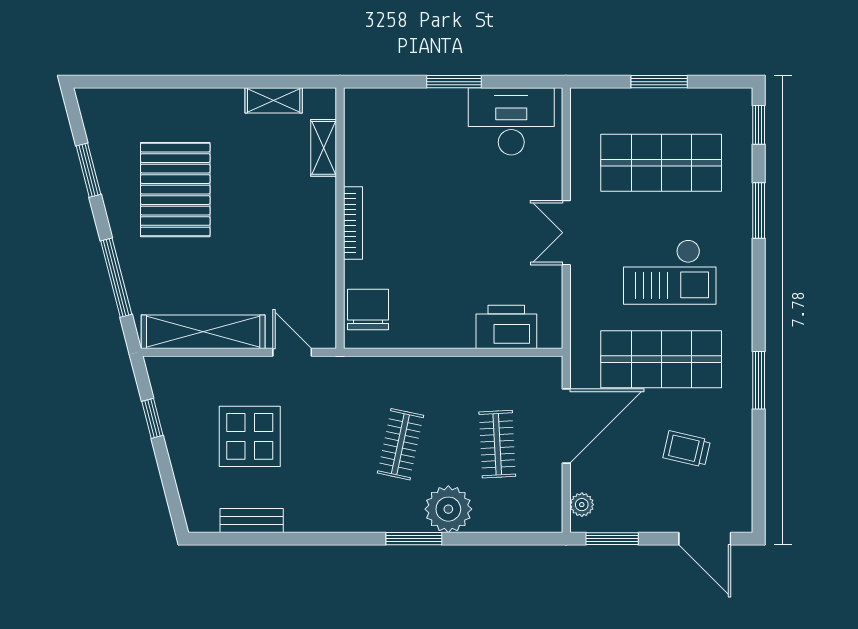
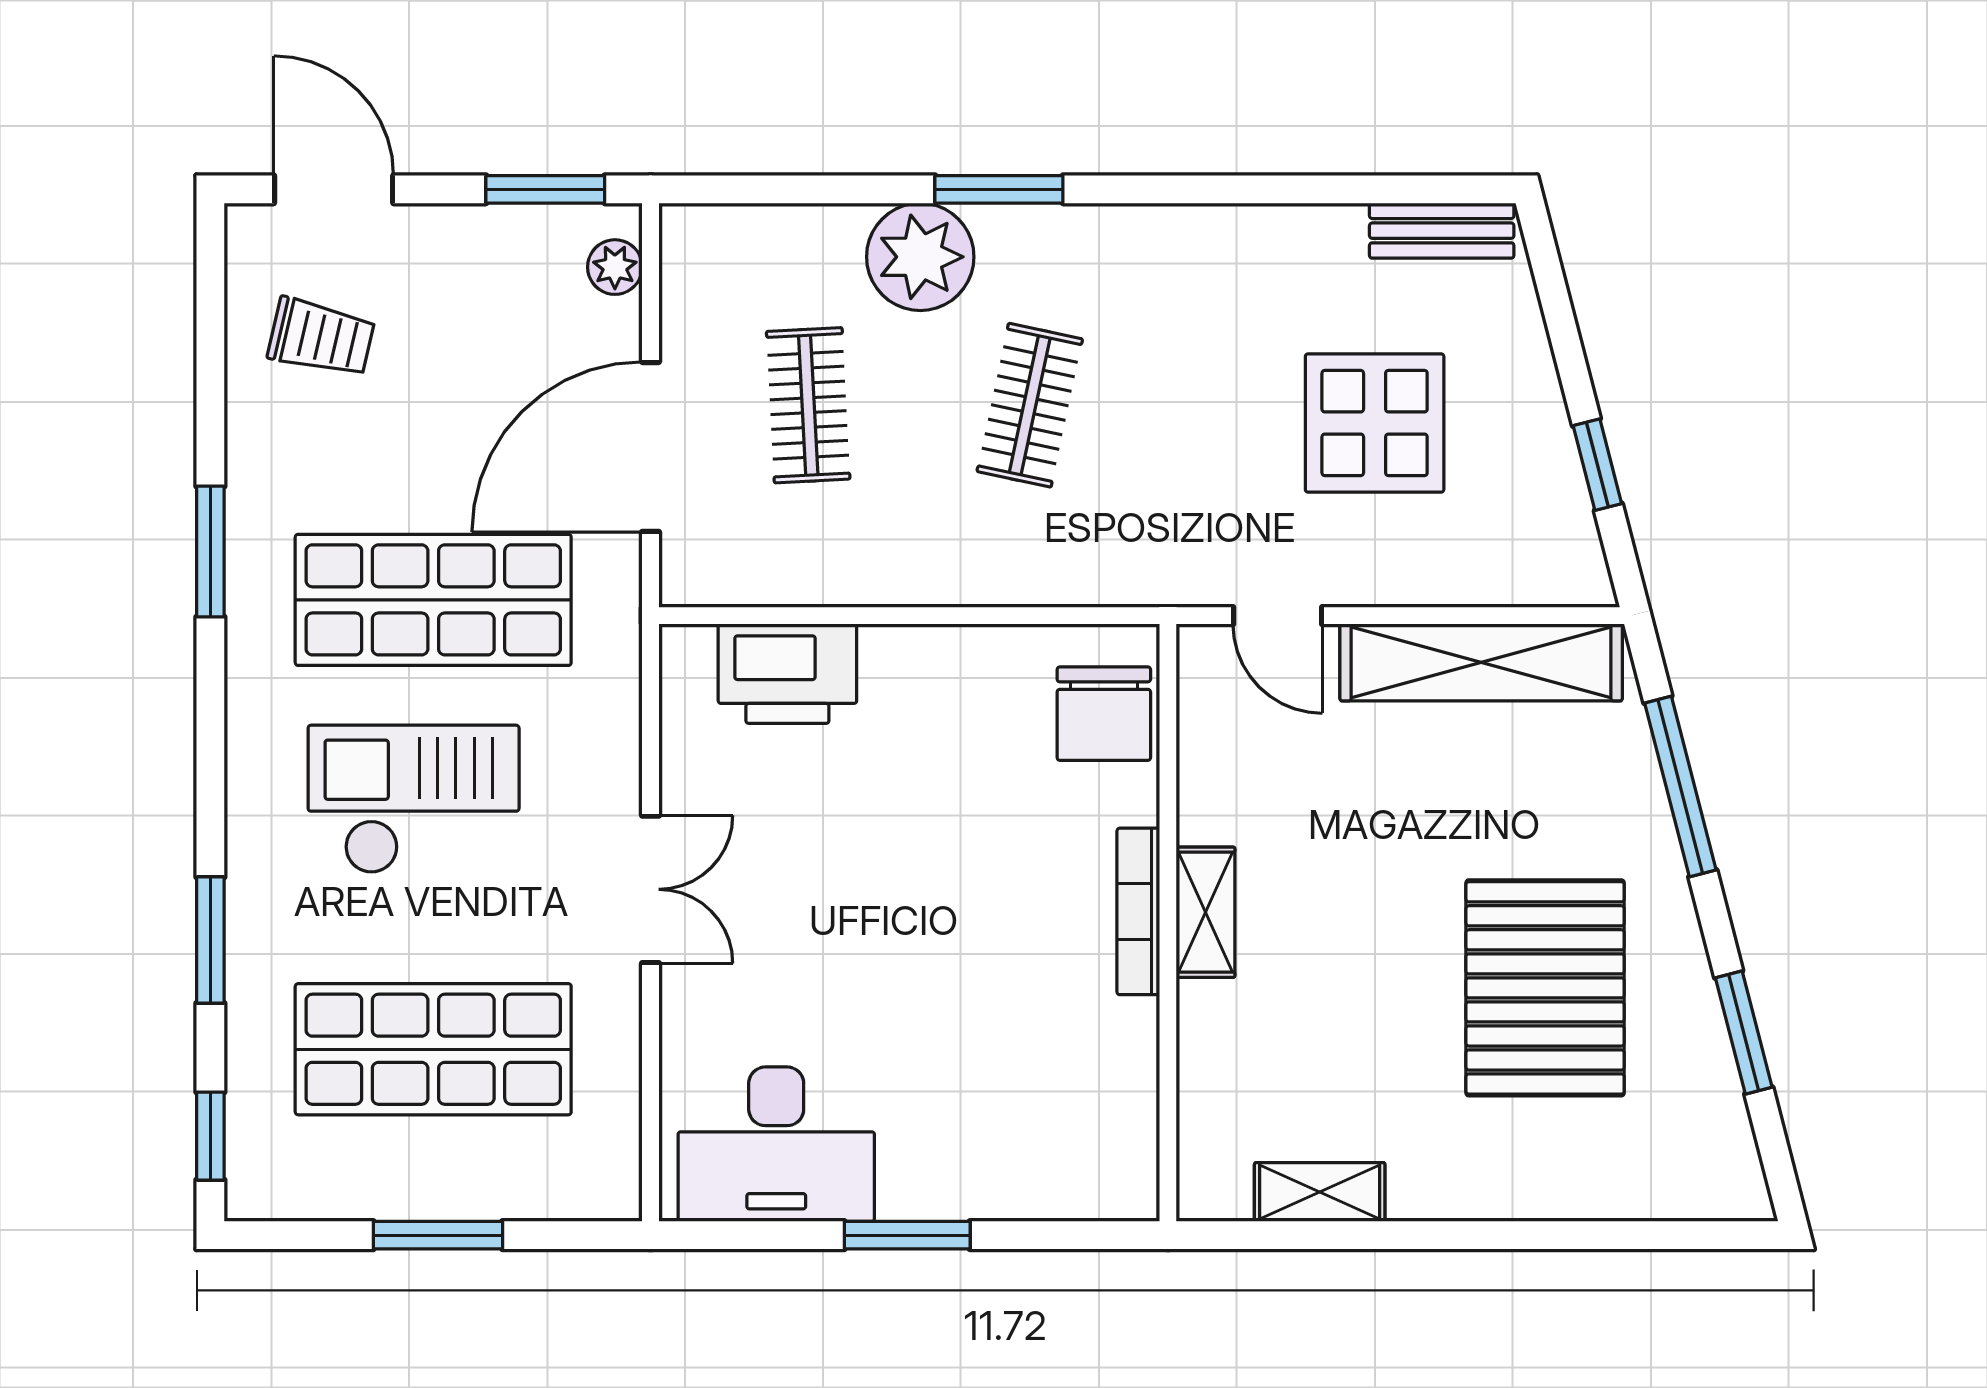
shelving: (324, 148) -> (1206, 912), moved
trolley: (687, 449) -> (321, 338), moved
bench: (252, 521) -> (1442, 231), moved

